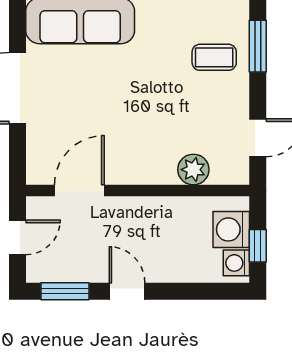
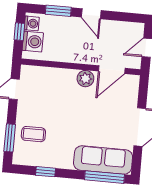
plant: (193, 170) -> (85, 79), moved
window: (65, 291) -> (58, 11), moved

